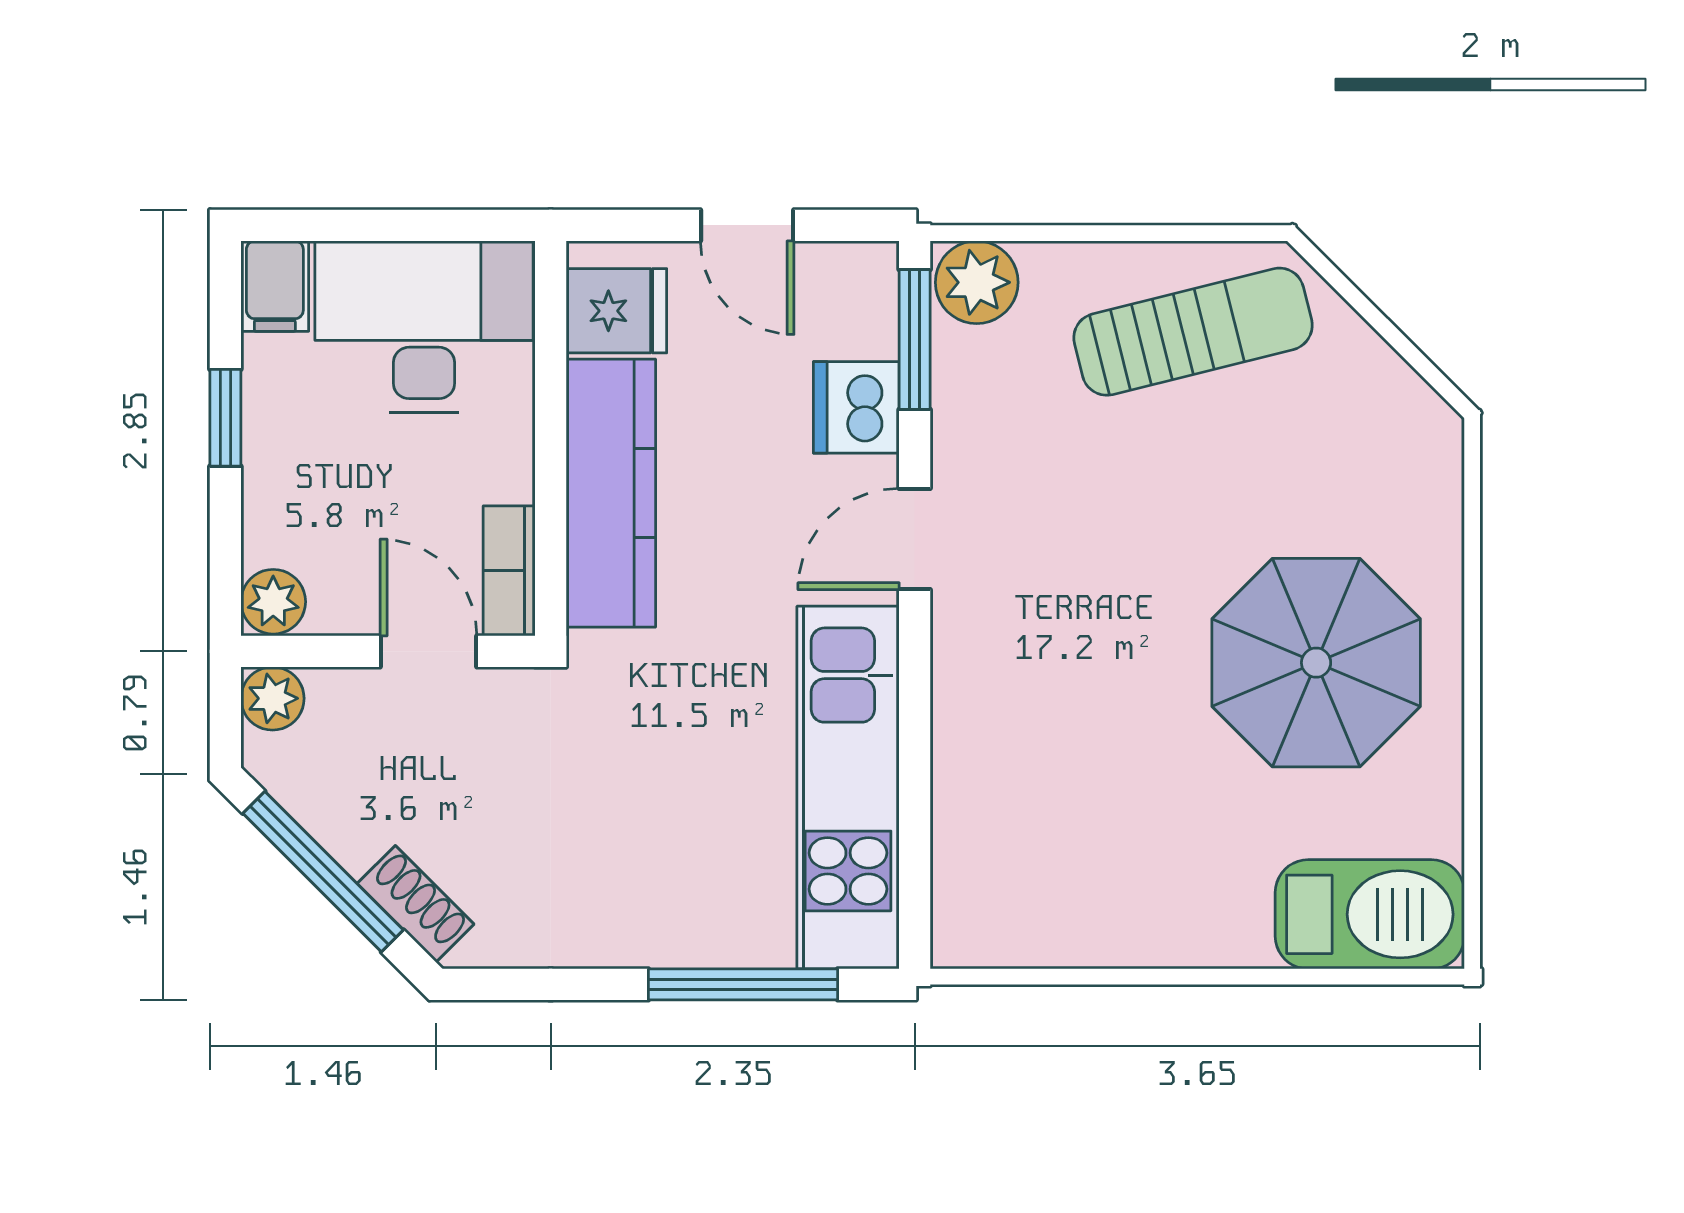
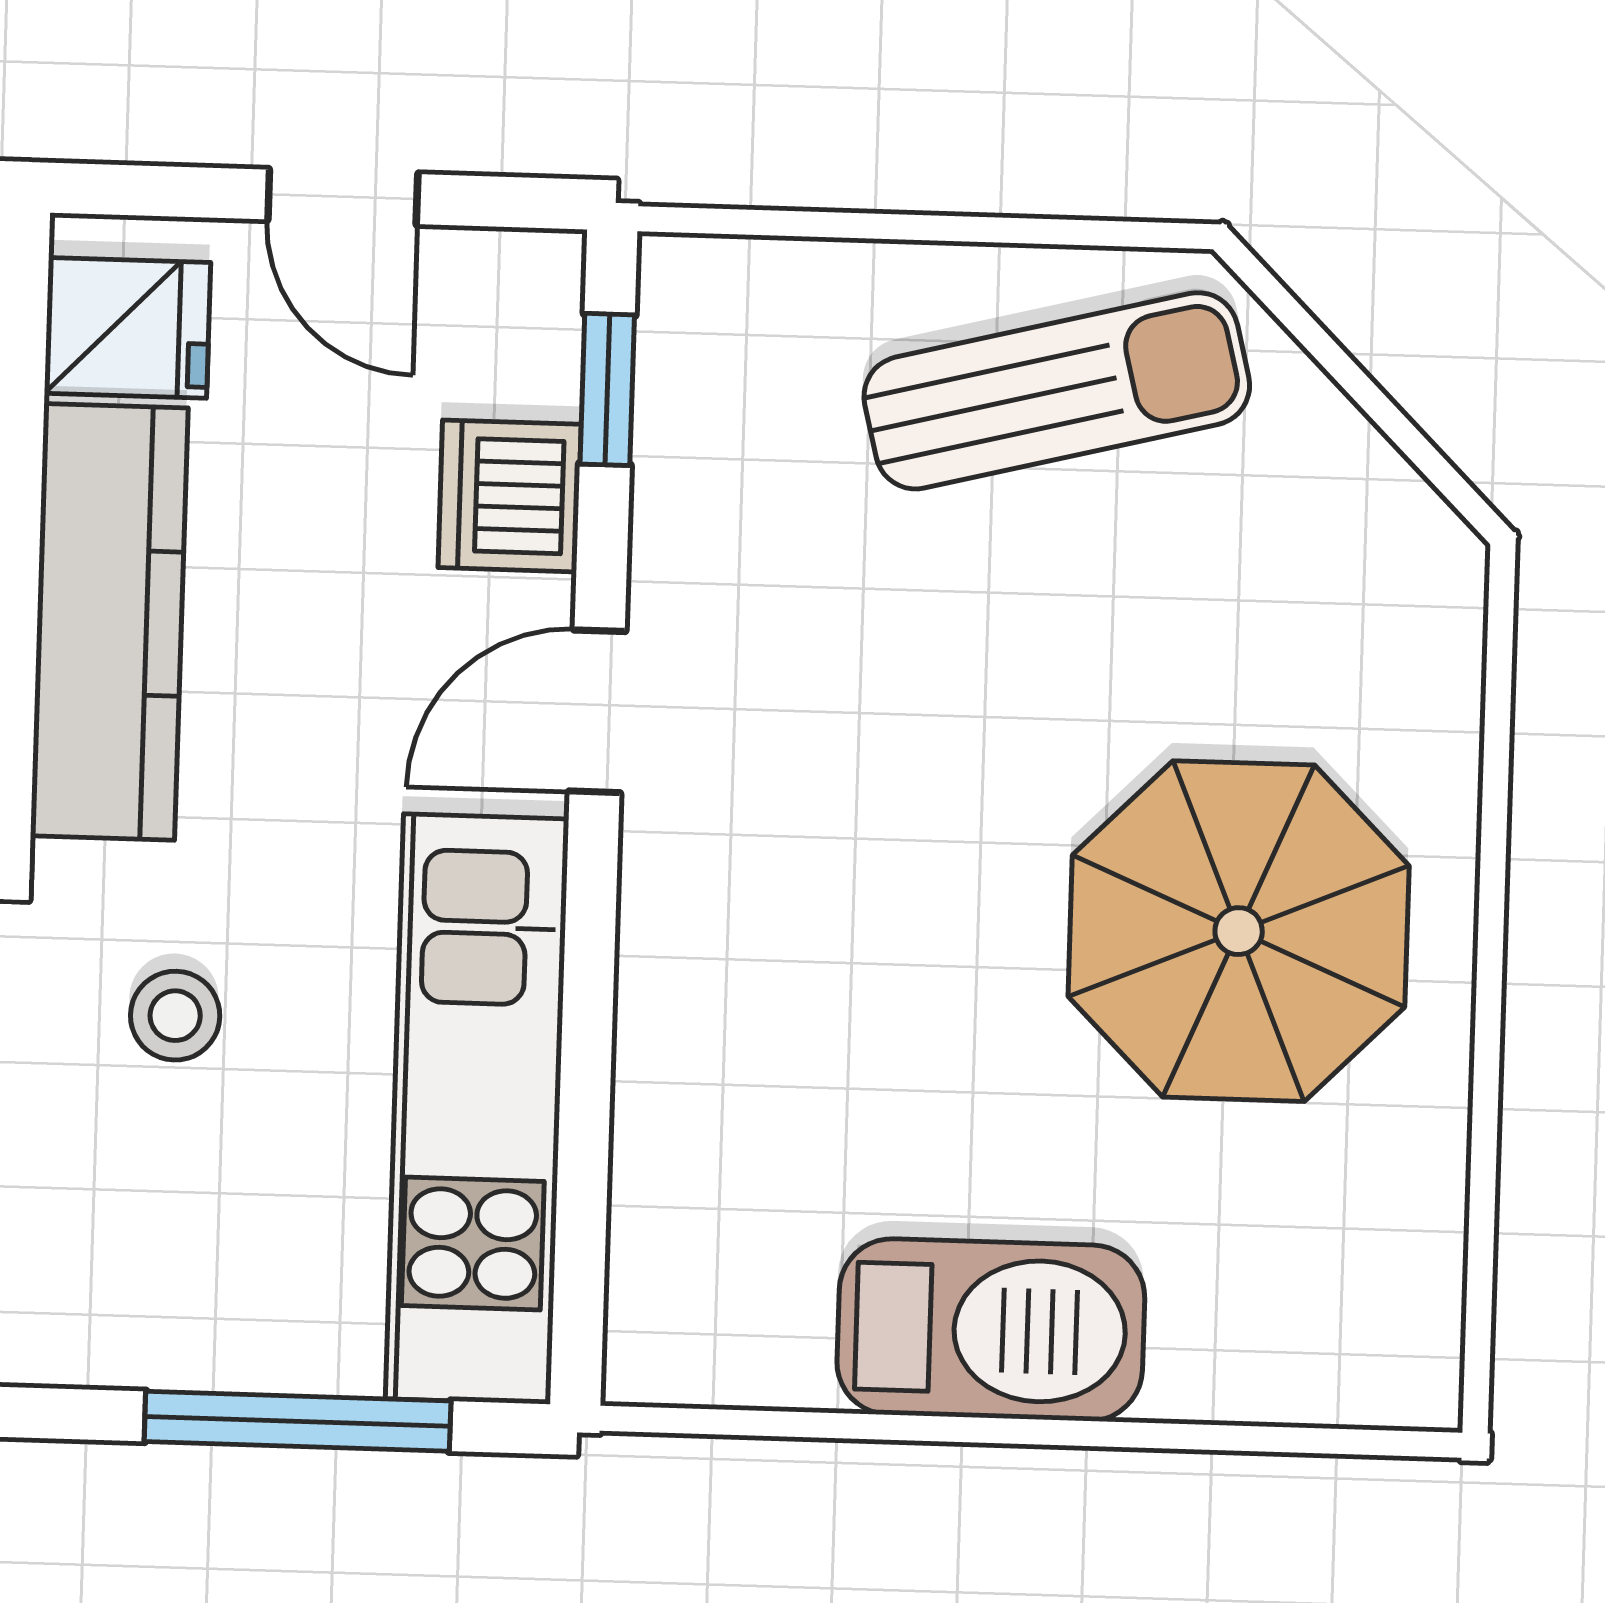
plant: (977, 282) -> (710, 300), removed
window: (915, 340) -> (607, 389), width x0.67
stool: (659, 736) -> (175, 1016), added
barbecue: (1370, 914) -> (991, 1330), moved

